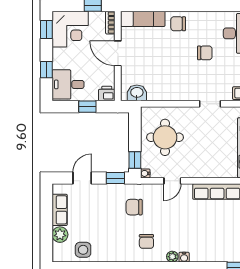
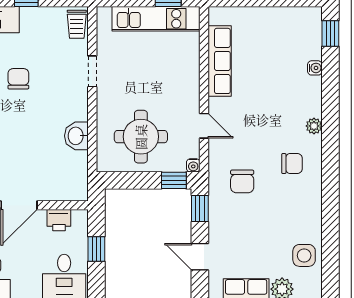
washbasin: (137, 93) -> (76, 136), moved
printer: (107, 94) -> (59, 220), moved, turned -90
water cooler: (184, 257) -> (315, 68), moved

